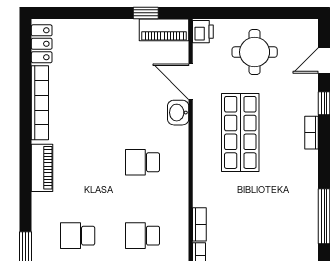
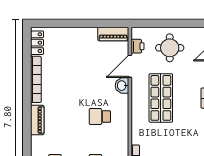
window: (146, 13) -> (102, 23), removed
printer: (203, 32) -> (137, 46), moved
door: (191, 82) -> (130, 66), hinge flipped

